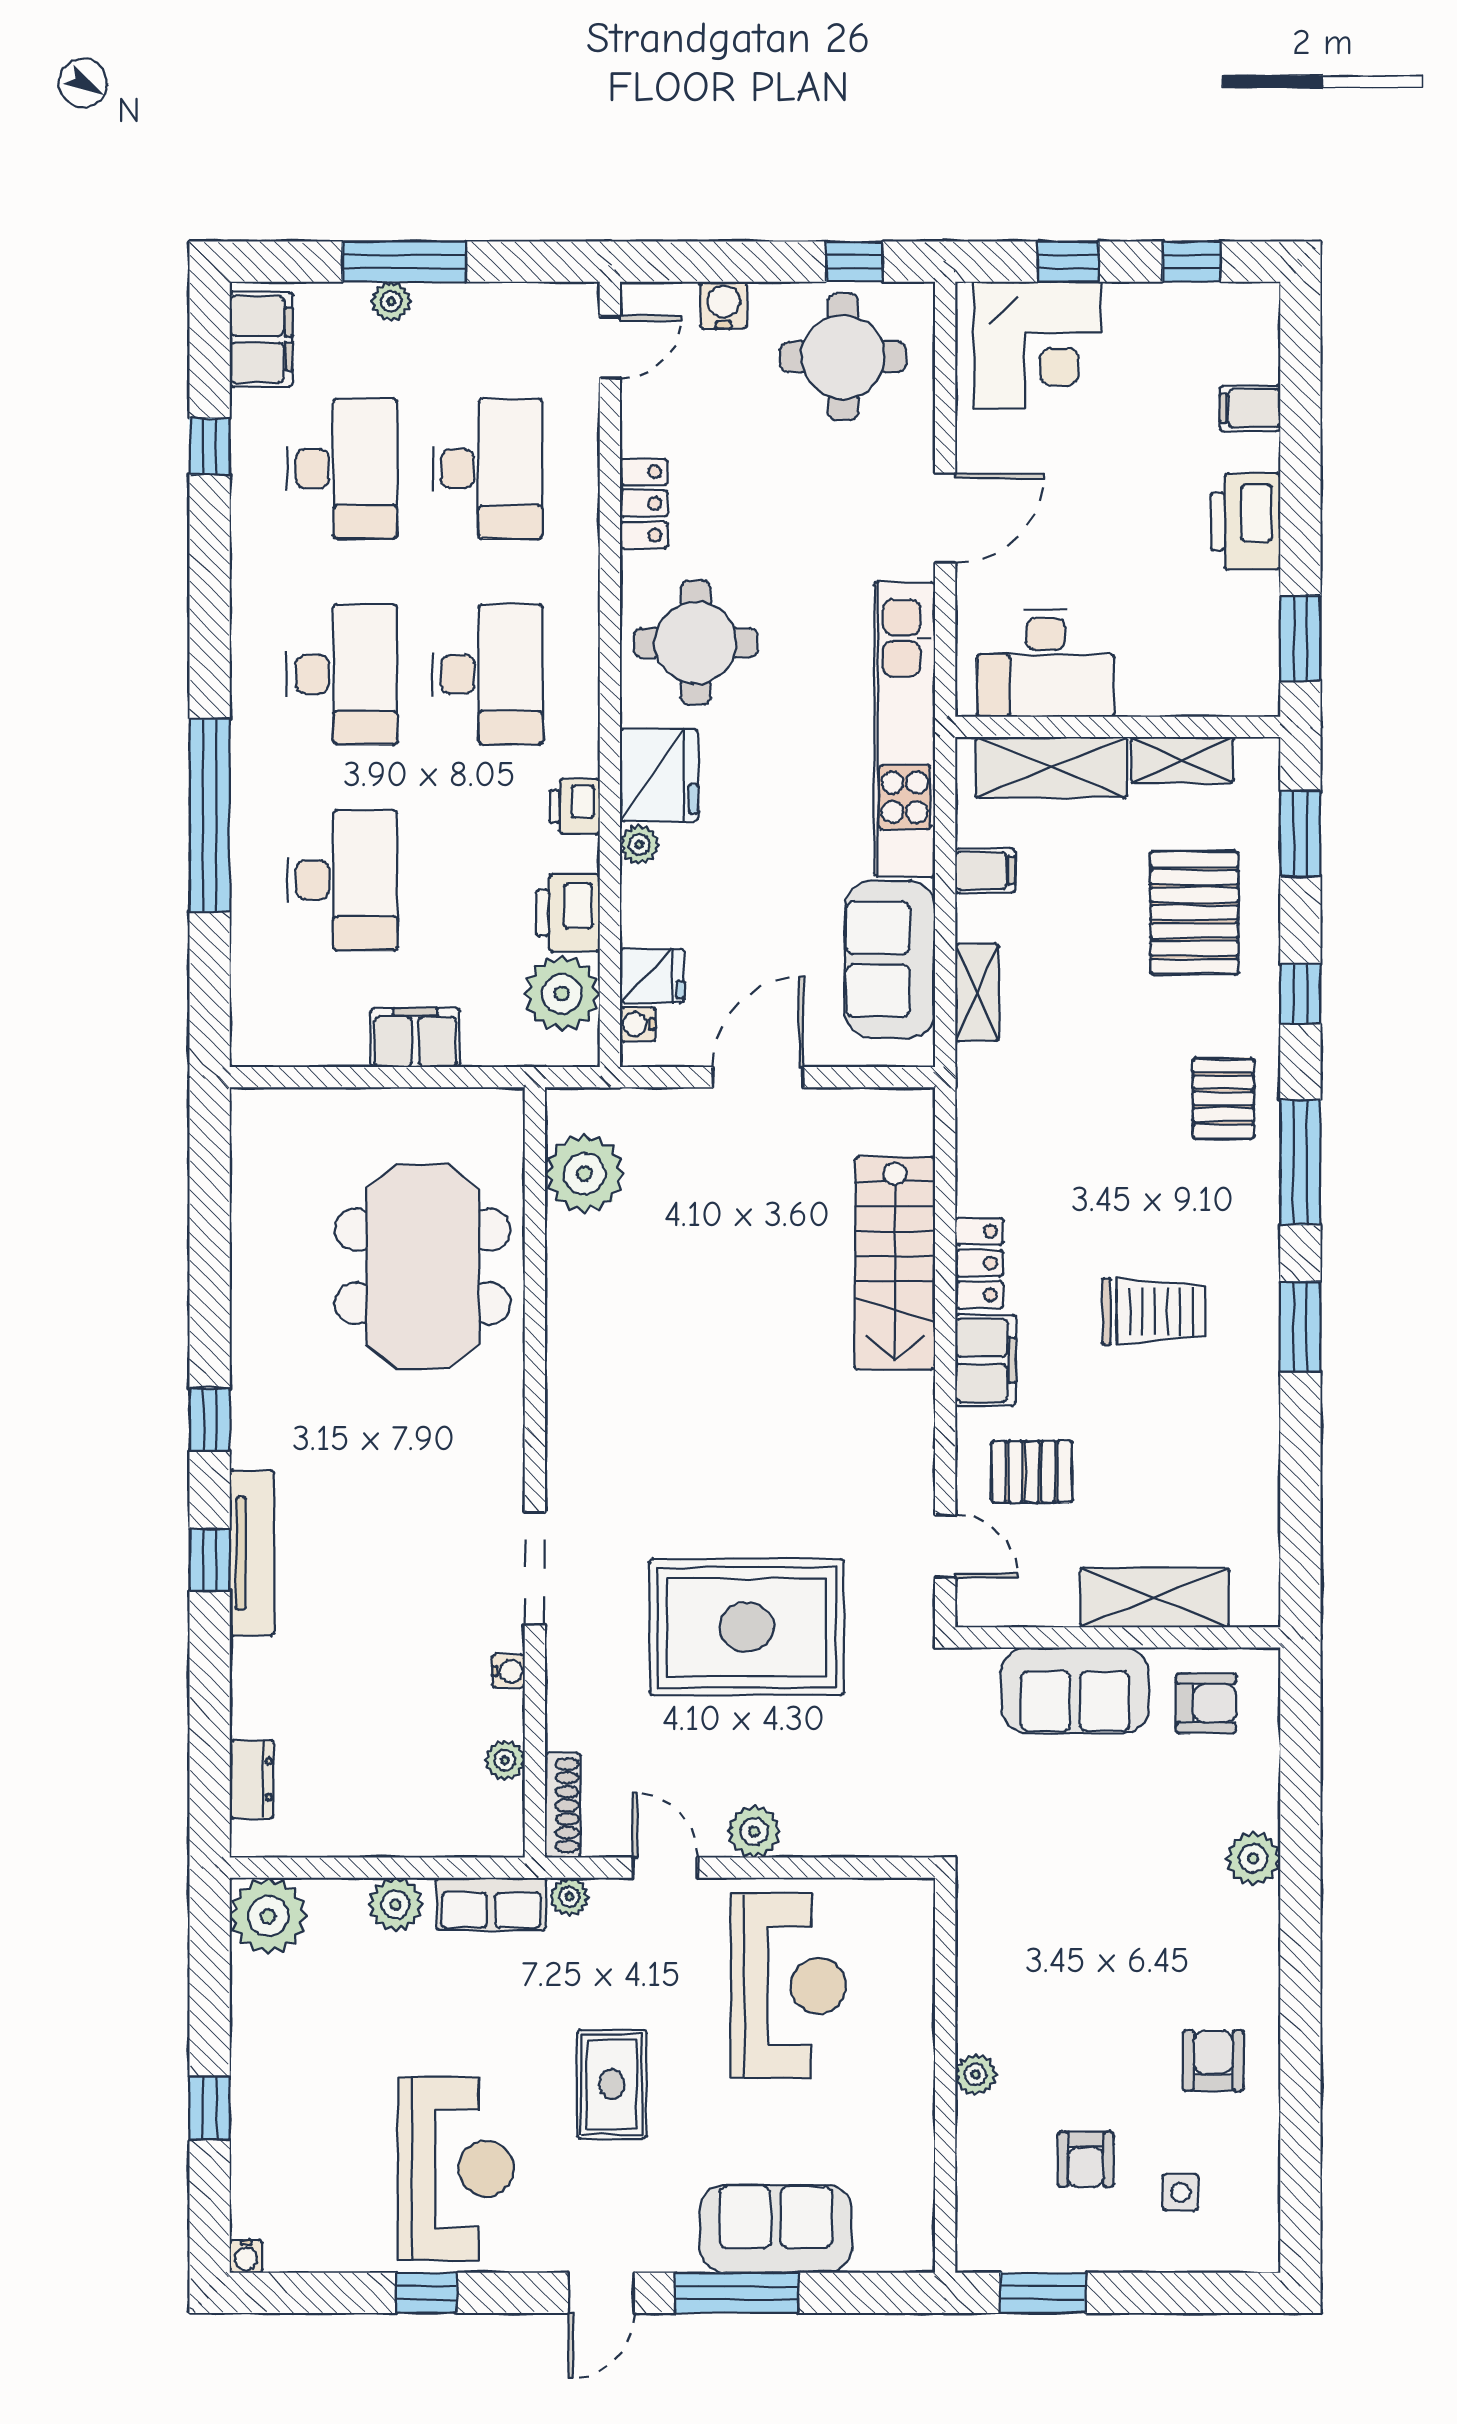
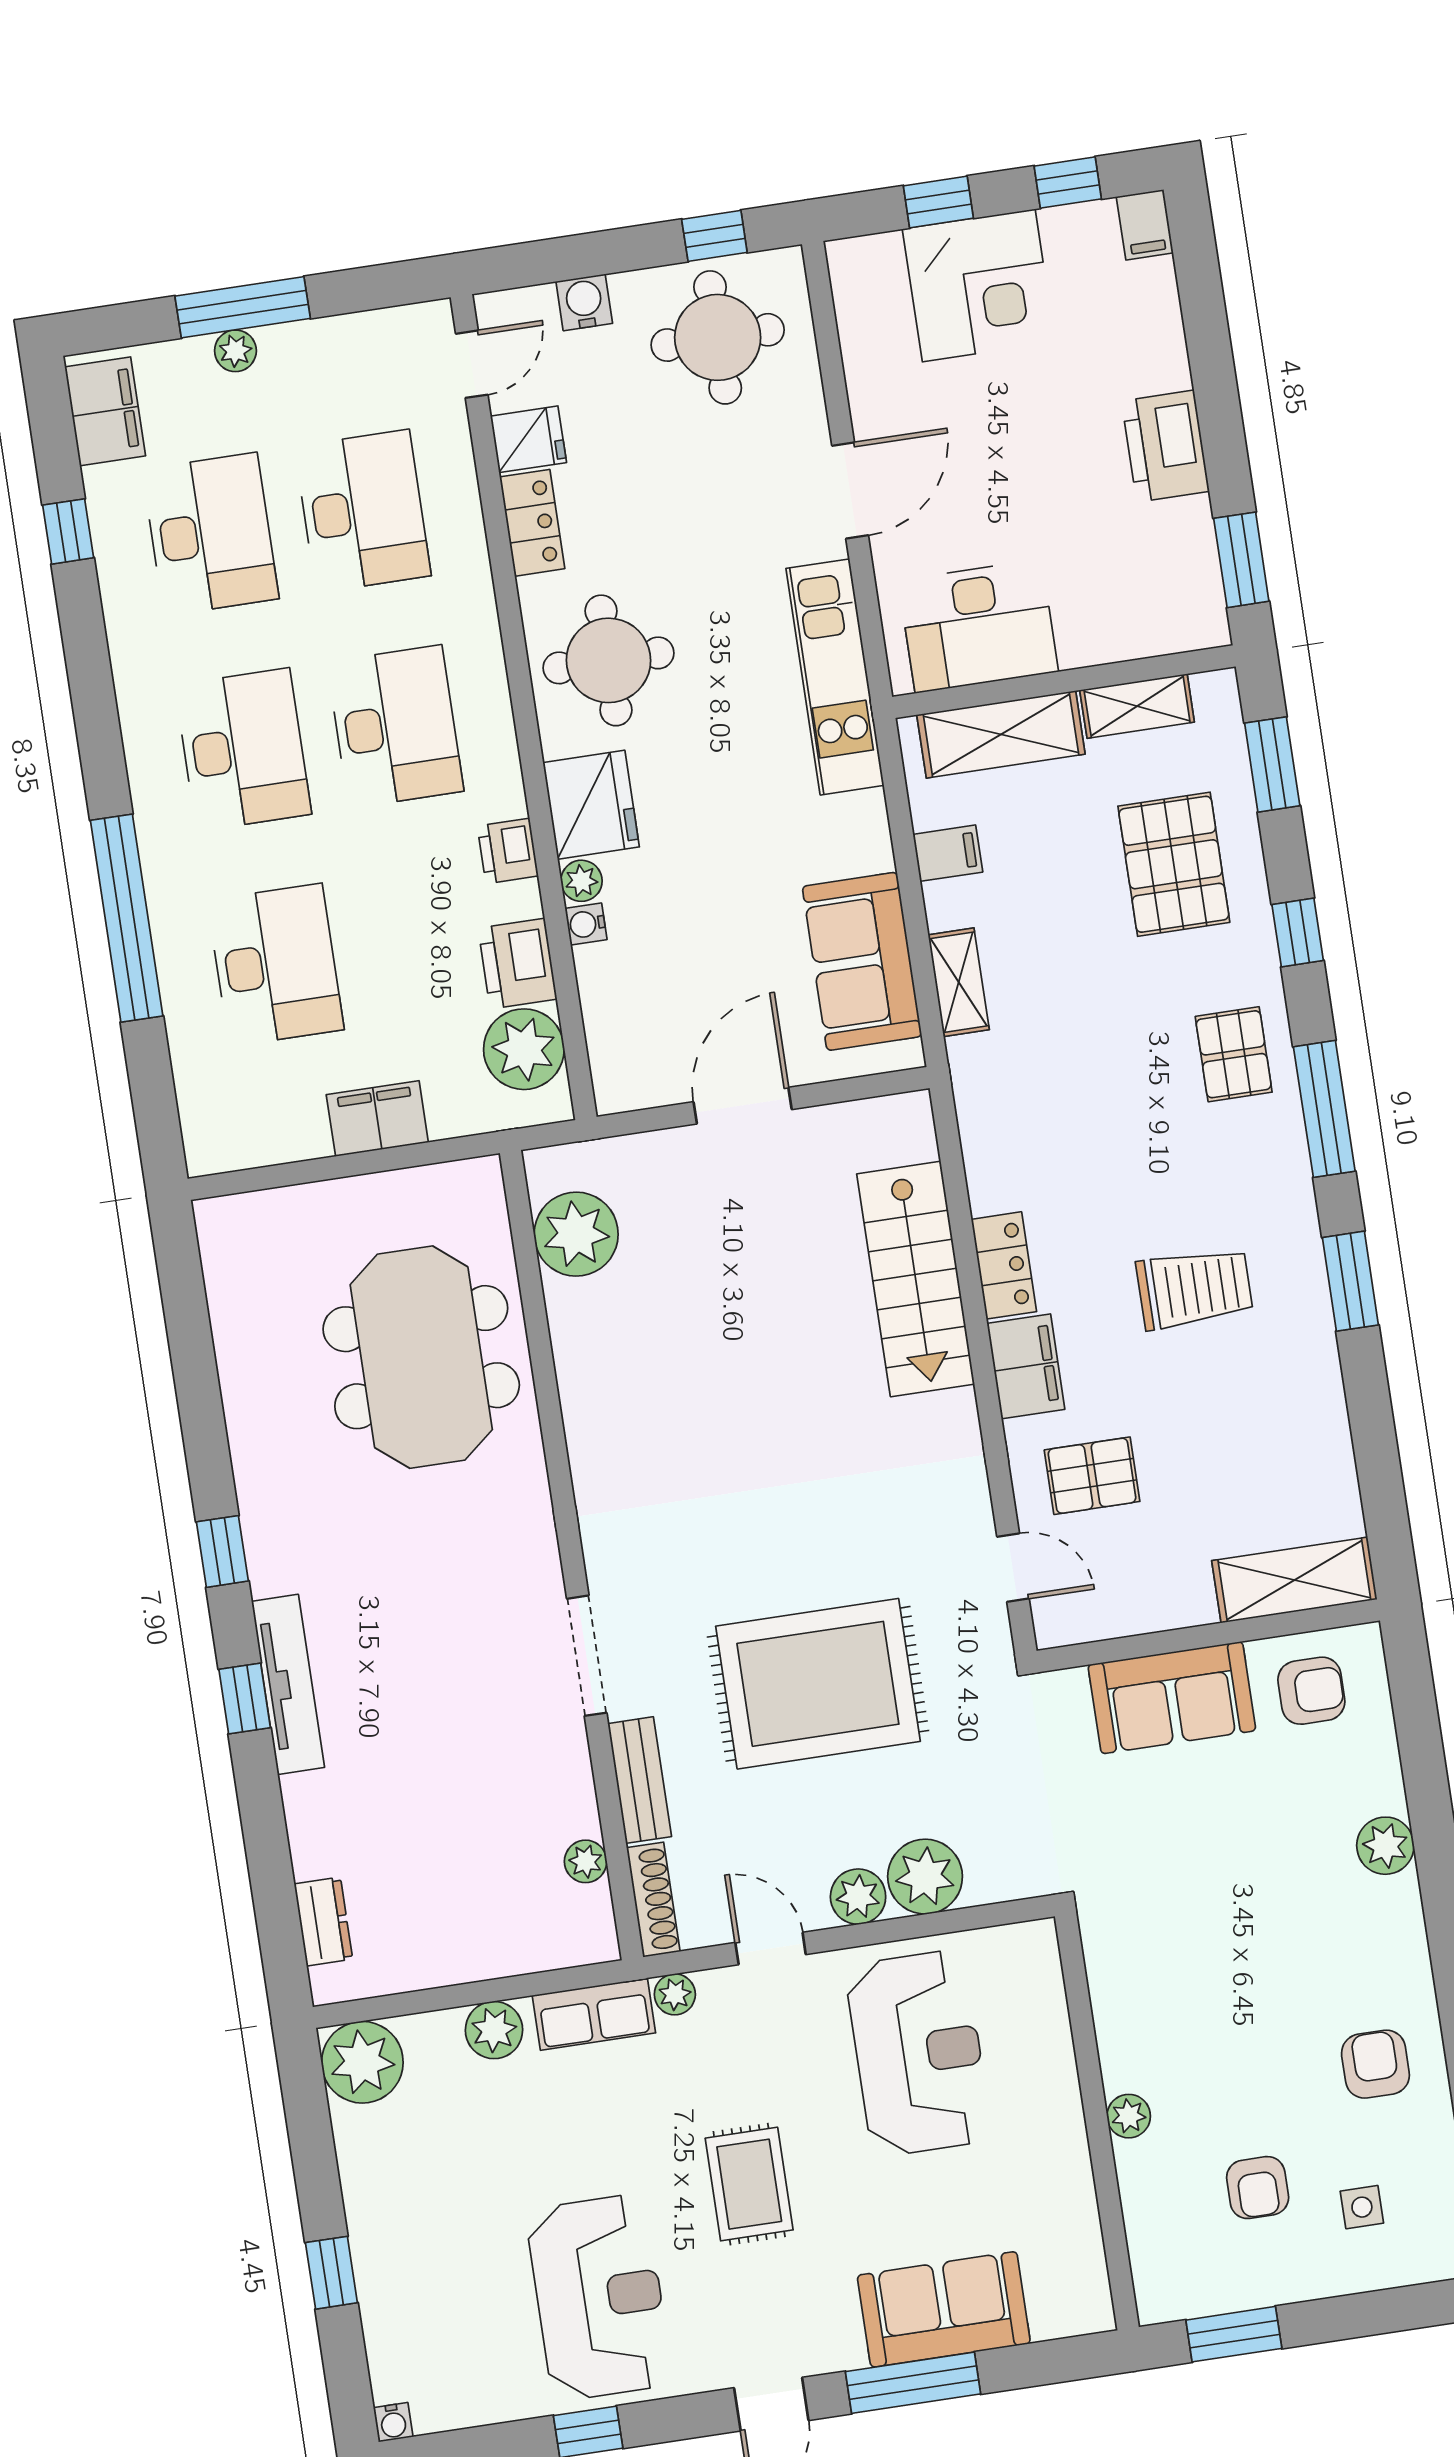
corner desk: (1038, 345) -> (979, 285), moved
filing cabinet: (1250, 408) -> (1145, 225), moved, turned -90
kitchen unit: (905, 729) -> (835, 677), width x0.73
fridge: (652, 976) -> (528, 439), moved
water cooler: (637, 1024) -> (586, 924), moved
shelving: (1154, 1598) -> (1294, 1580), moved
water cooler: (508, 1671) -> (575, 1767), removed
bench: (567, 1692) -> (640, 1780), added
plant: (819, 1822) -> (925, 1877), added

